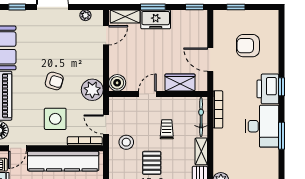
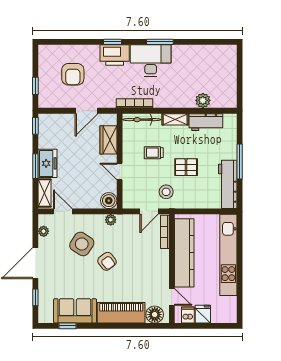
armchair: (54, 81) -> (107, 261), turned 126
plant: (92, 90) -> (111, 220), width x0.53, depth x0.53
side table: (55, 119) -> (82, 244), moved, turned 33

